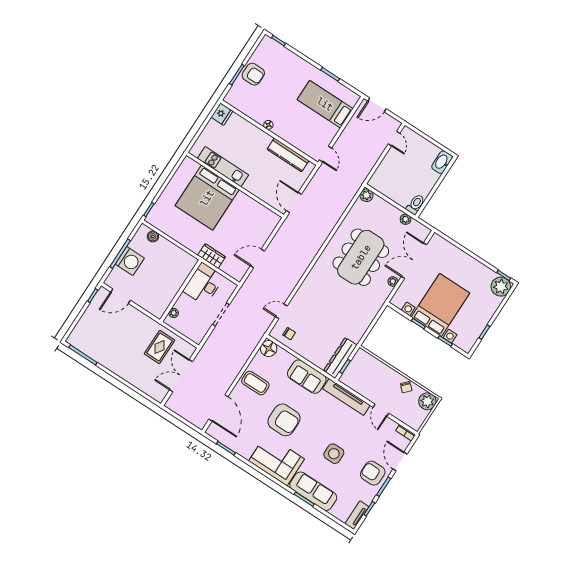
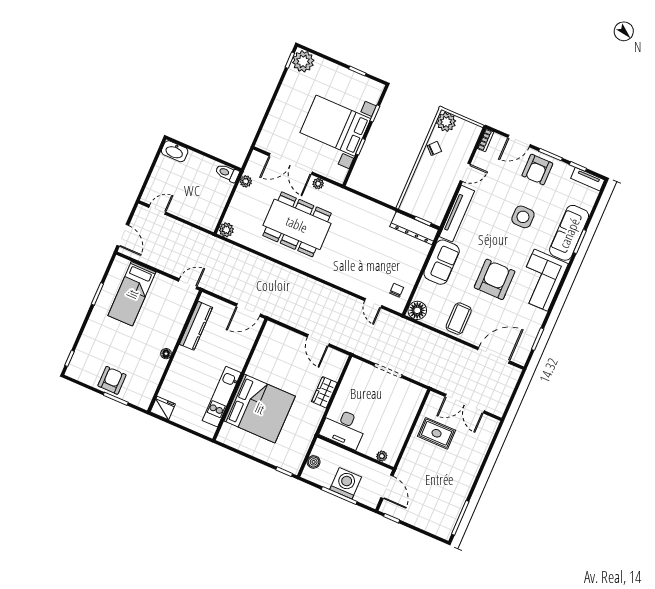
desk: (204, 284) -> (343, 428), moved
wall: (181, 291) -> (355, 452), moved
plant: (174, 313) -> (382, 456), moved

